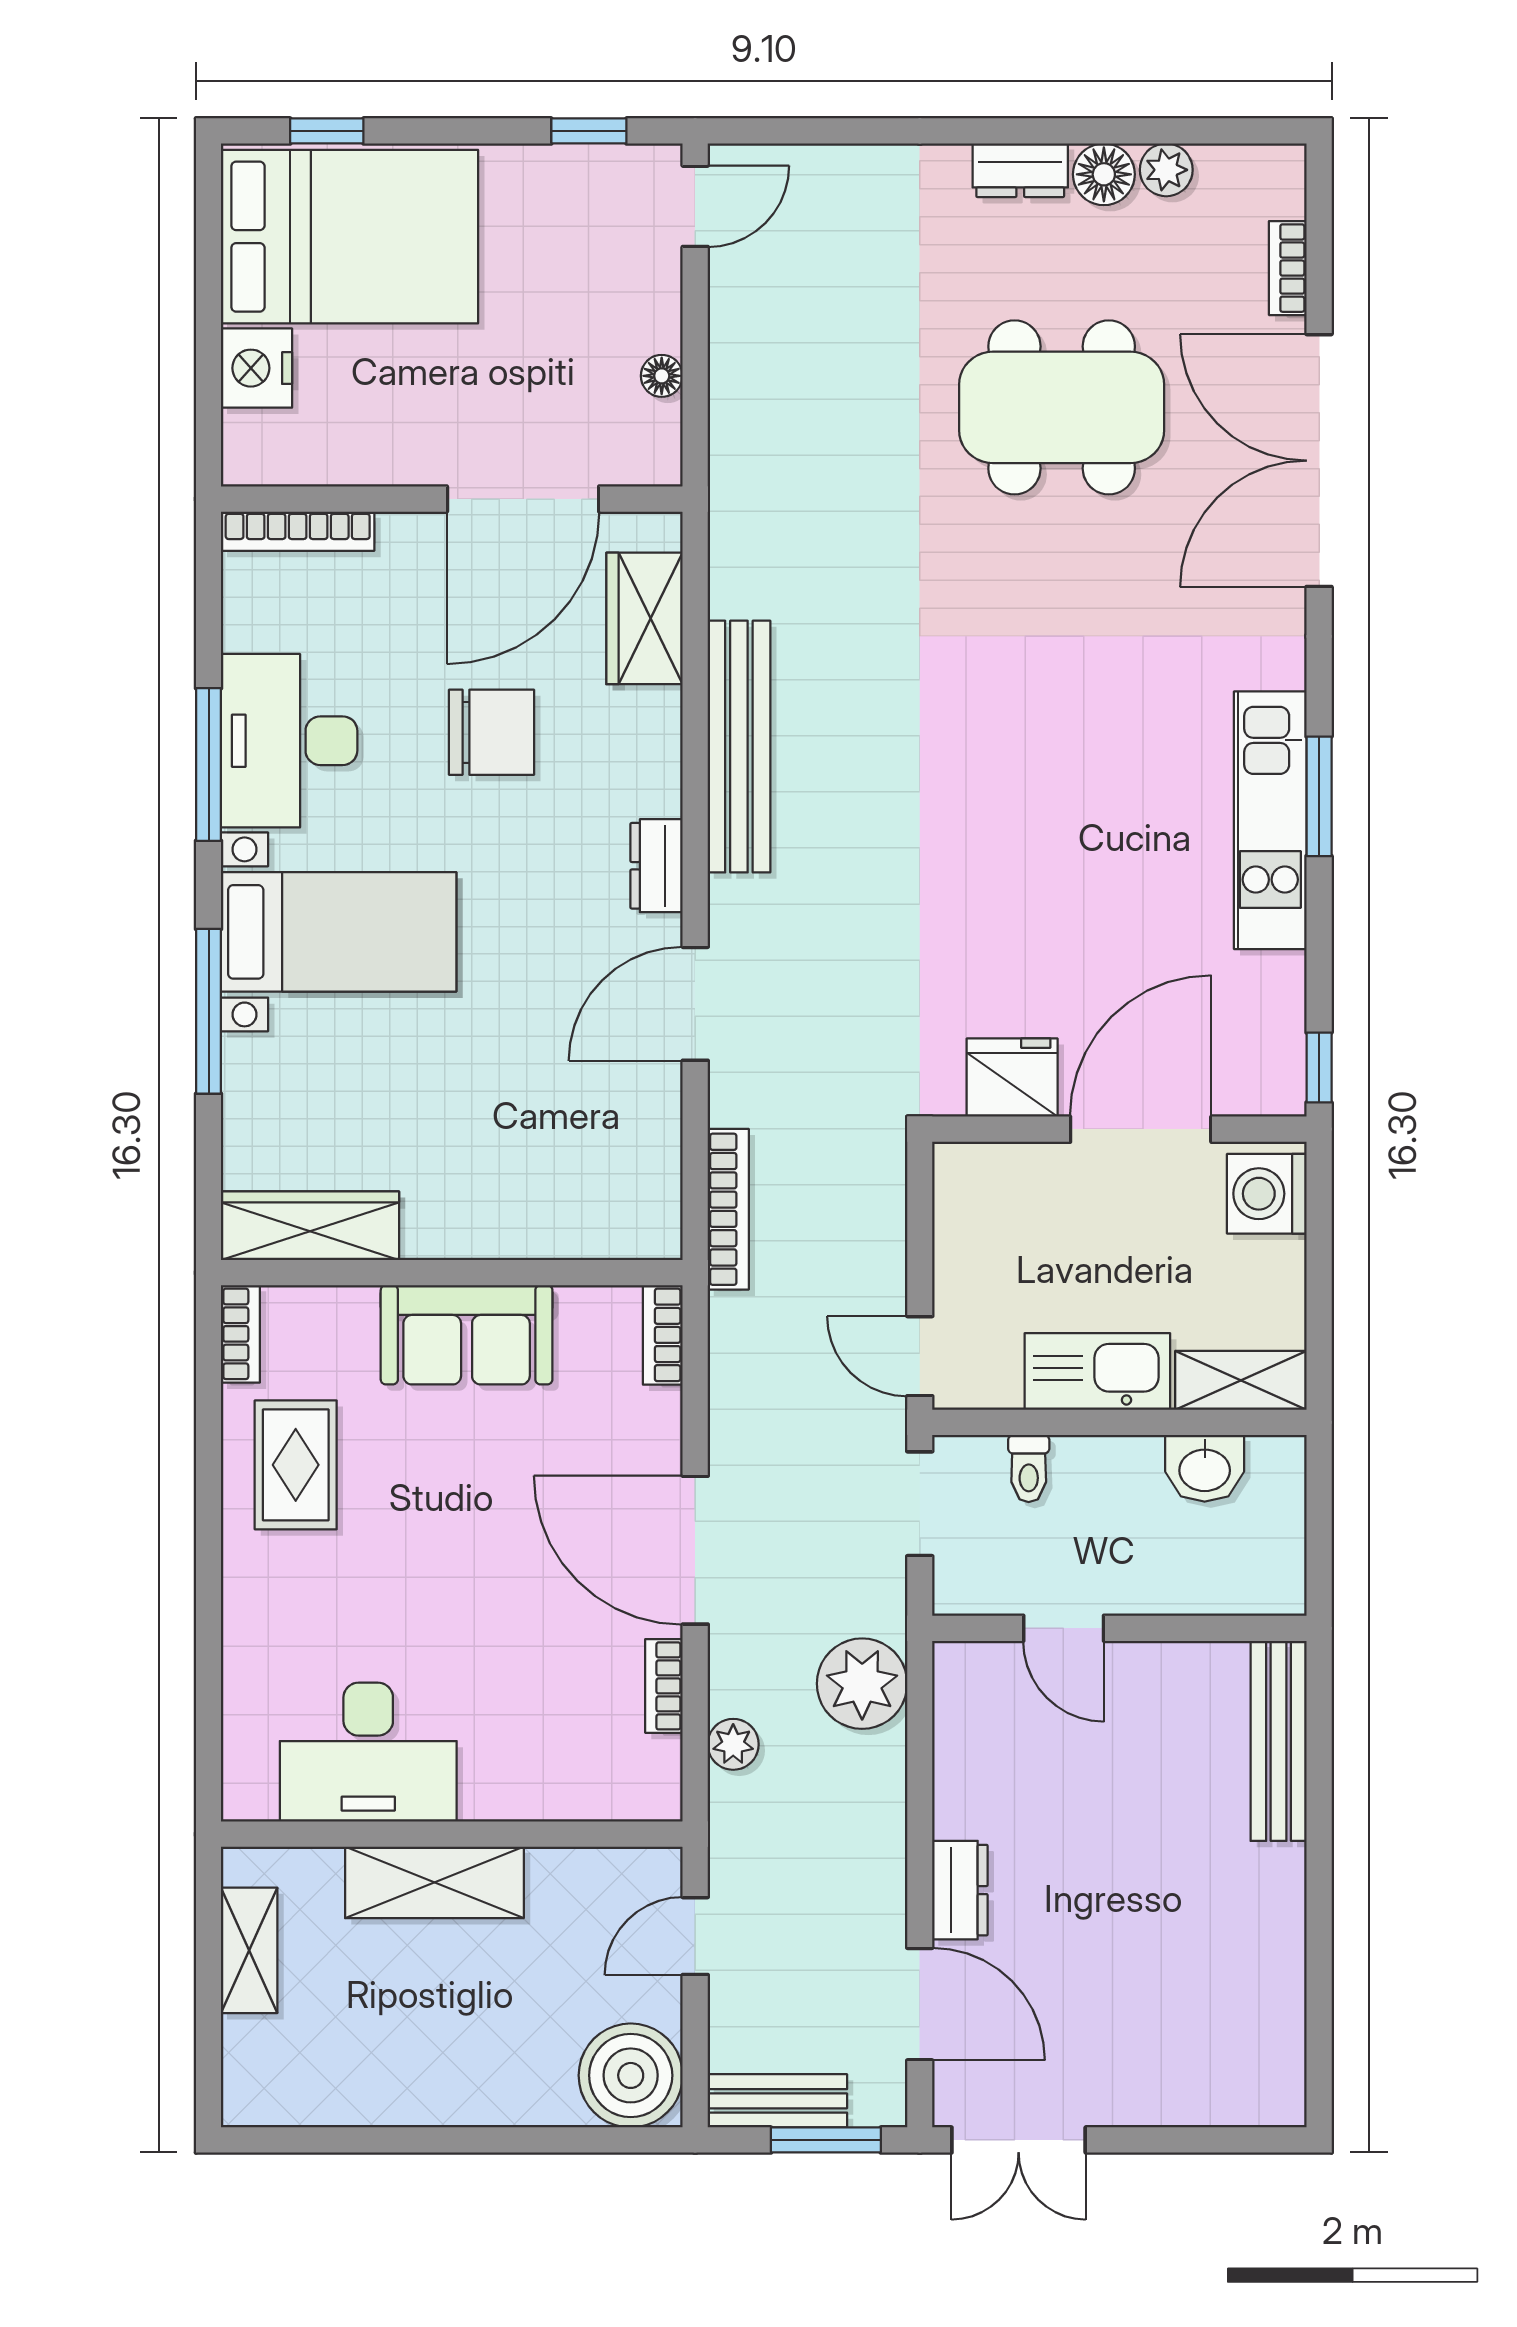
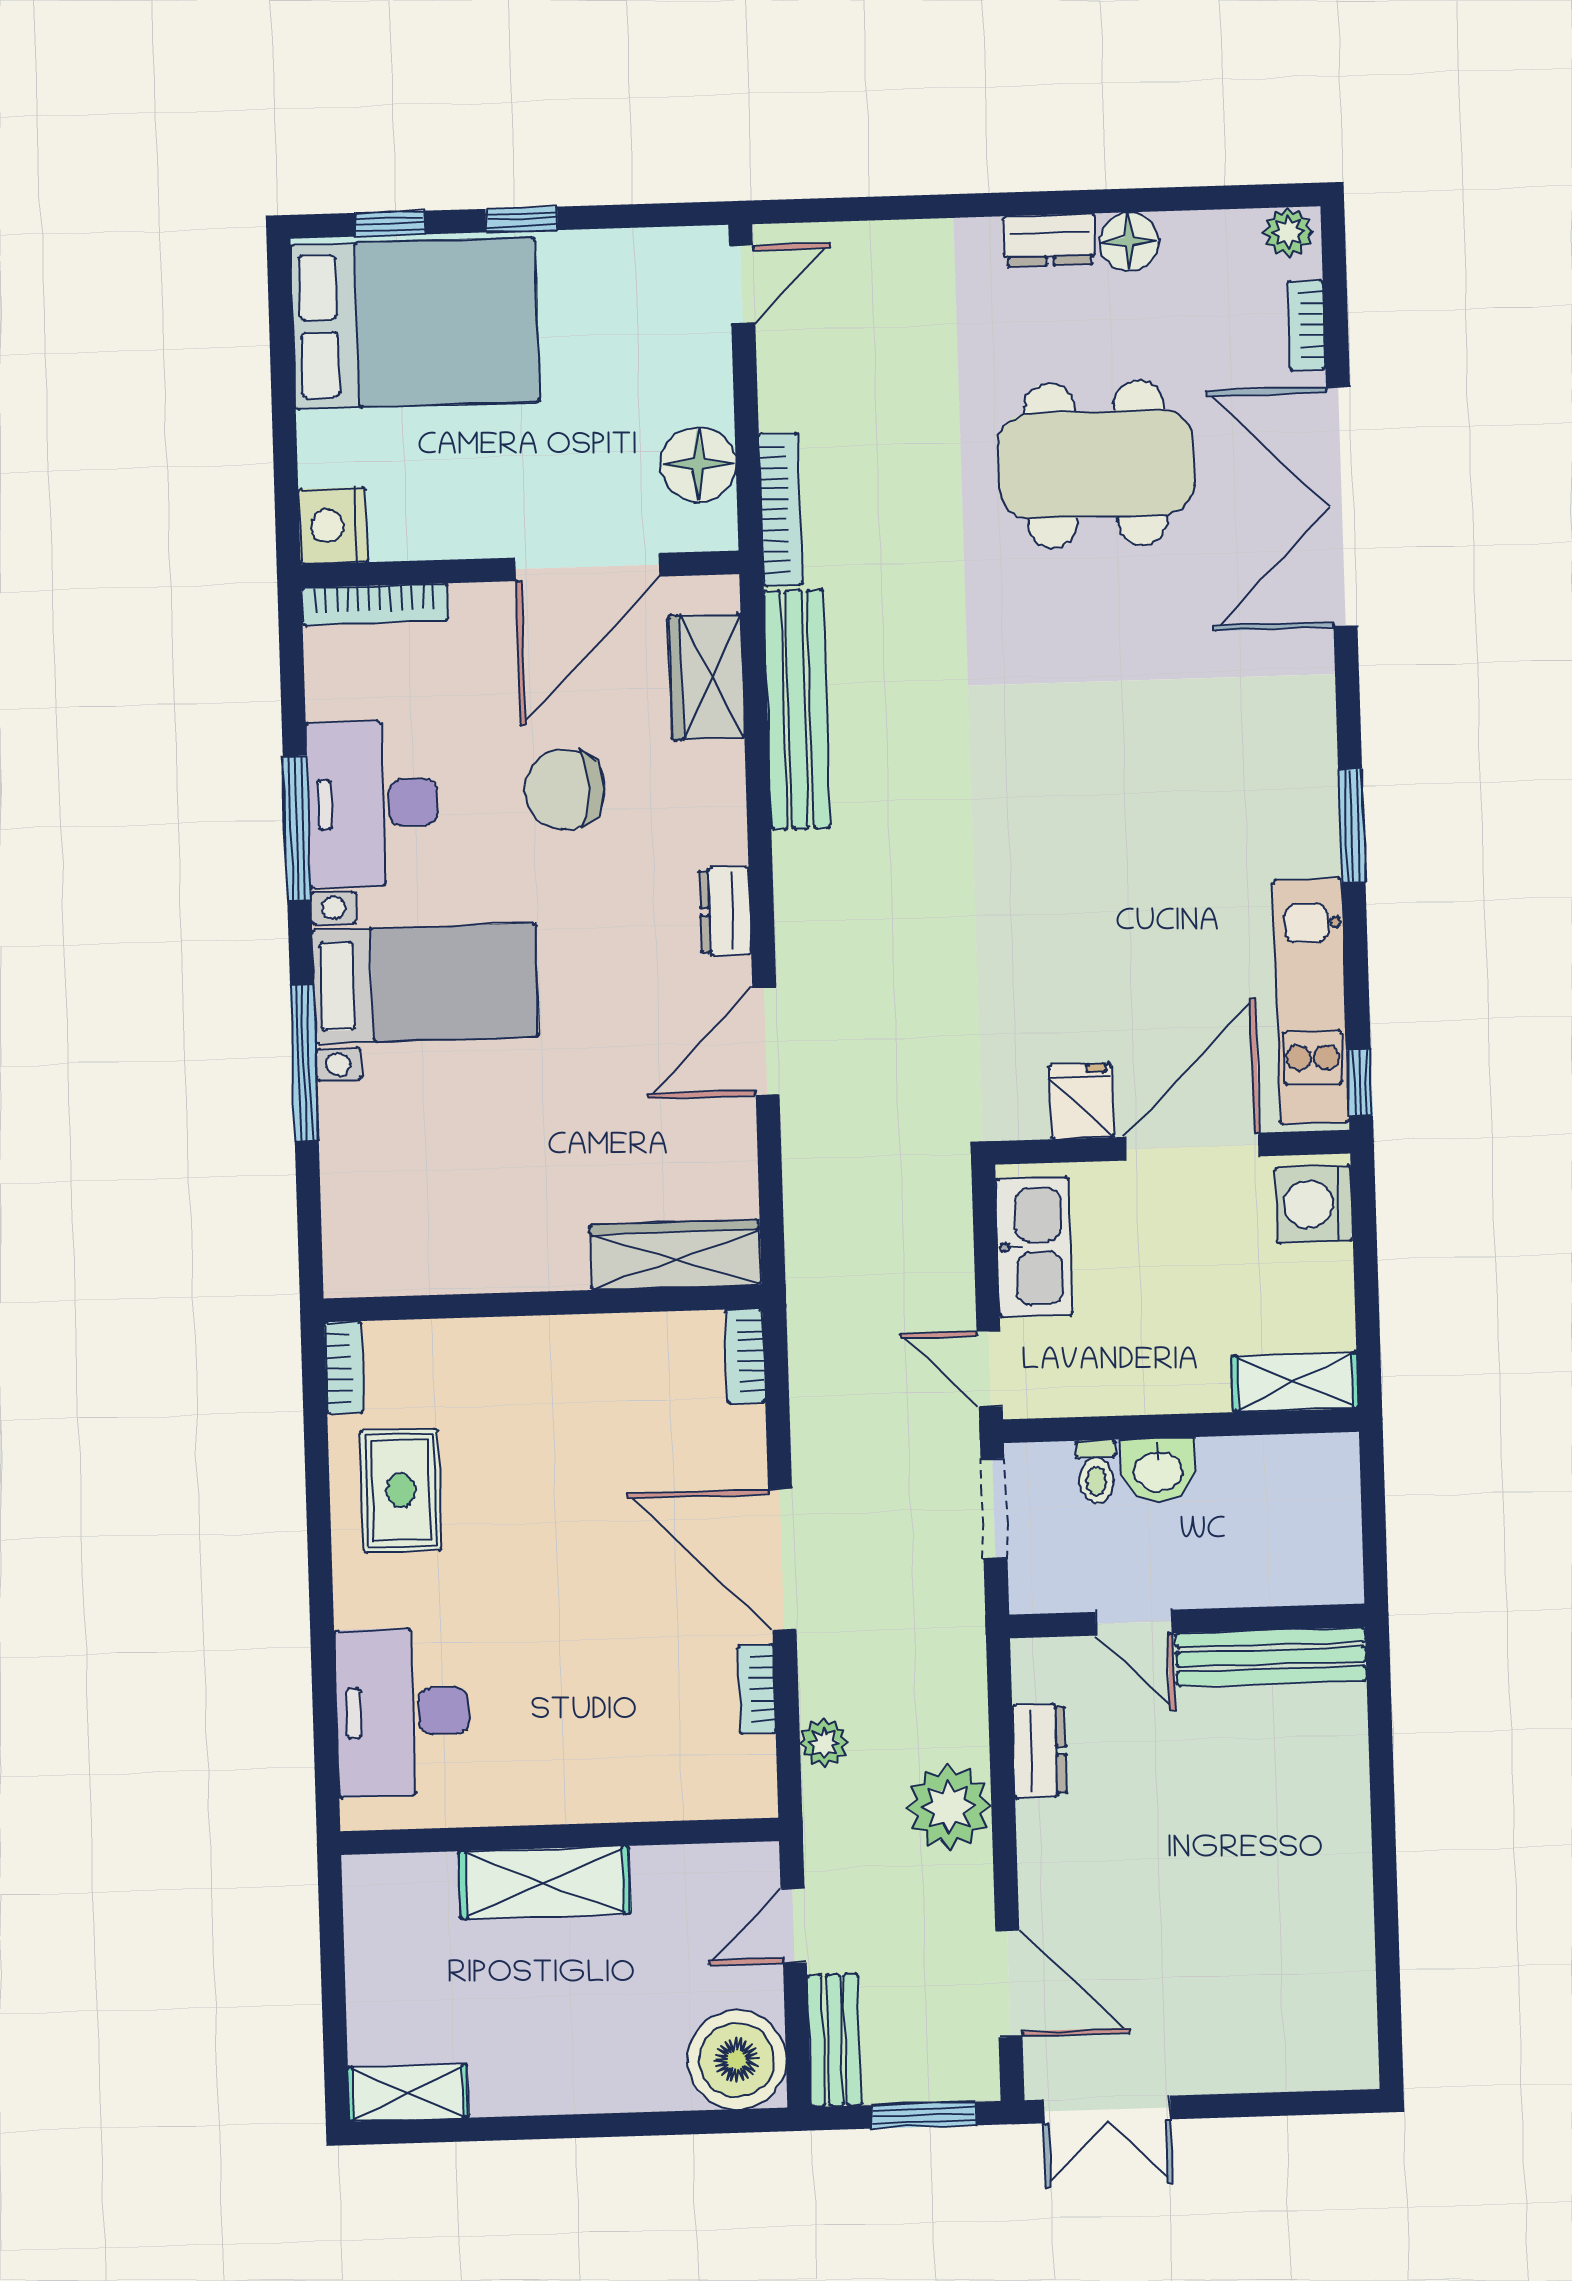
window: (589, 131) -> (522, 220), moved
plant: (1166, 170) -> (1288, 232), moved
nightstand: (257, 368) -> (333, 526), moved
floor lamp: (662, 376) -> (698, 464), width x1.89, depth x1.89
chair: (491, 732) -> (565, 789), turned 180
bench: (739, 747) -> (797, 709), moved
kitchen unit: (1270, 820) -> (1311, 1001), moved
fridge: (1012, 1078) -> (1081, 1101), width x0.72
bookcase: (728, 1209) -> (781, 509), moved
wardrobe: (310, 1226) -> (675, 1255), moved
sofa: (467, 1335) -> (559, 1362), removed
kitchen sink: (1097, 1372) -> (1034, 1247), moved, turned 90
washbasin: (1205, 1468) -> (1158, 1470), moved
plant: (862, 1684) -> (949, 1807), moved
bench: (1279, 1741) -> (1271, 1657), moved, turned 90
desk: (368, 1752) -> (403, 1712), moved, turned 90
dresser: (960, 1890) -> (1040, 1751), moved
shelving: (249, 1950) -> (408, 2093), moved, turned 90
bench: (777, 2101) -> (834, 2040), moved, turned 90

